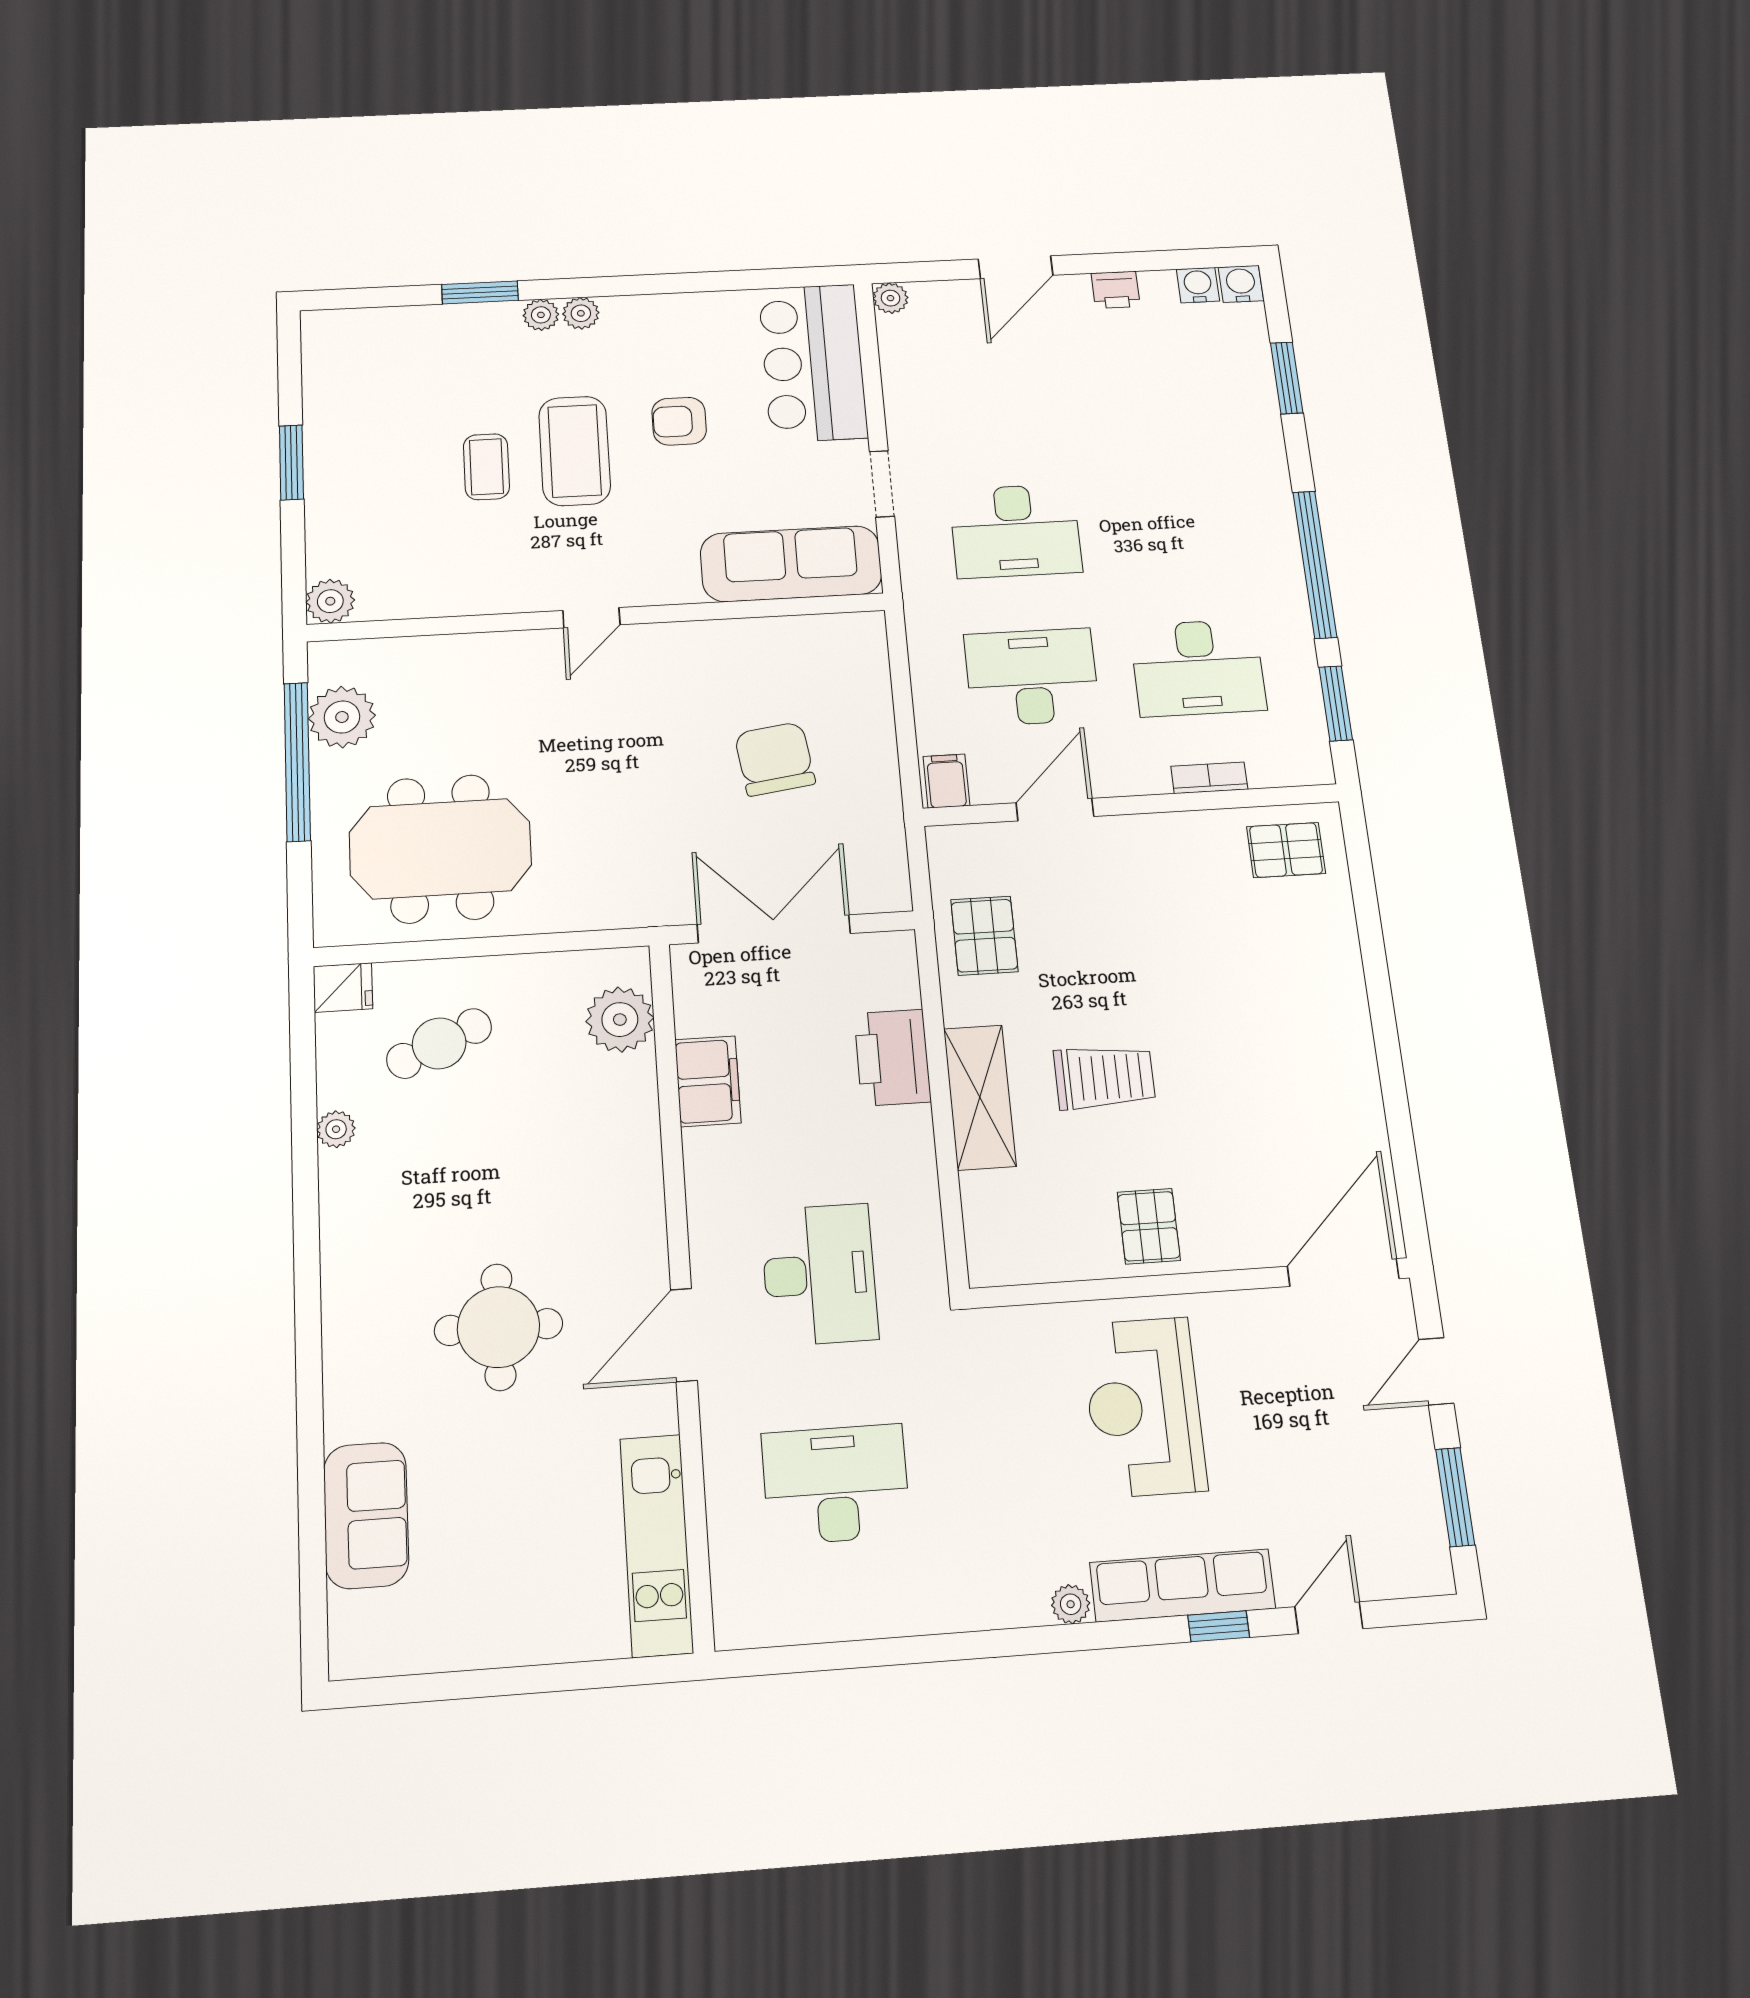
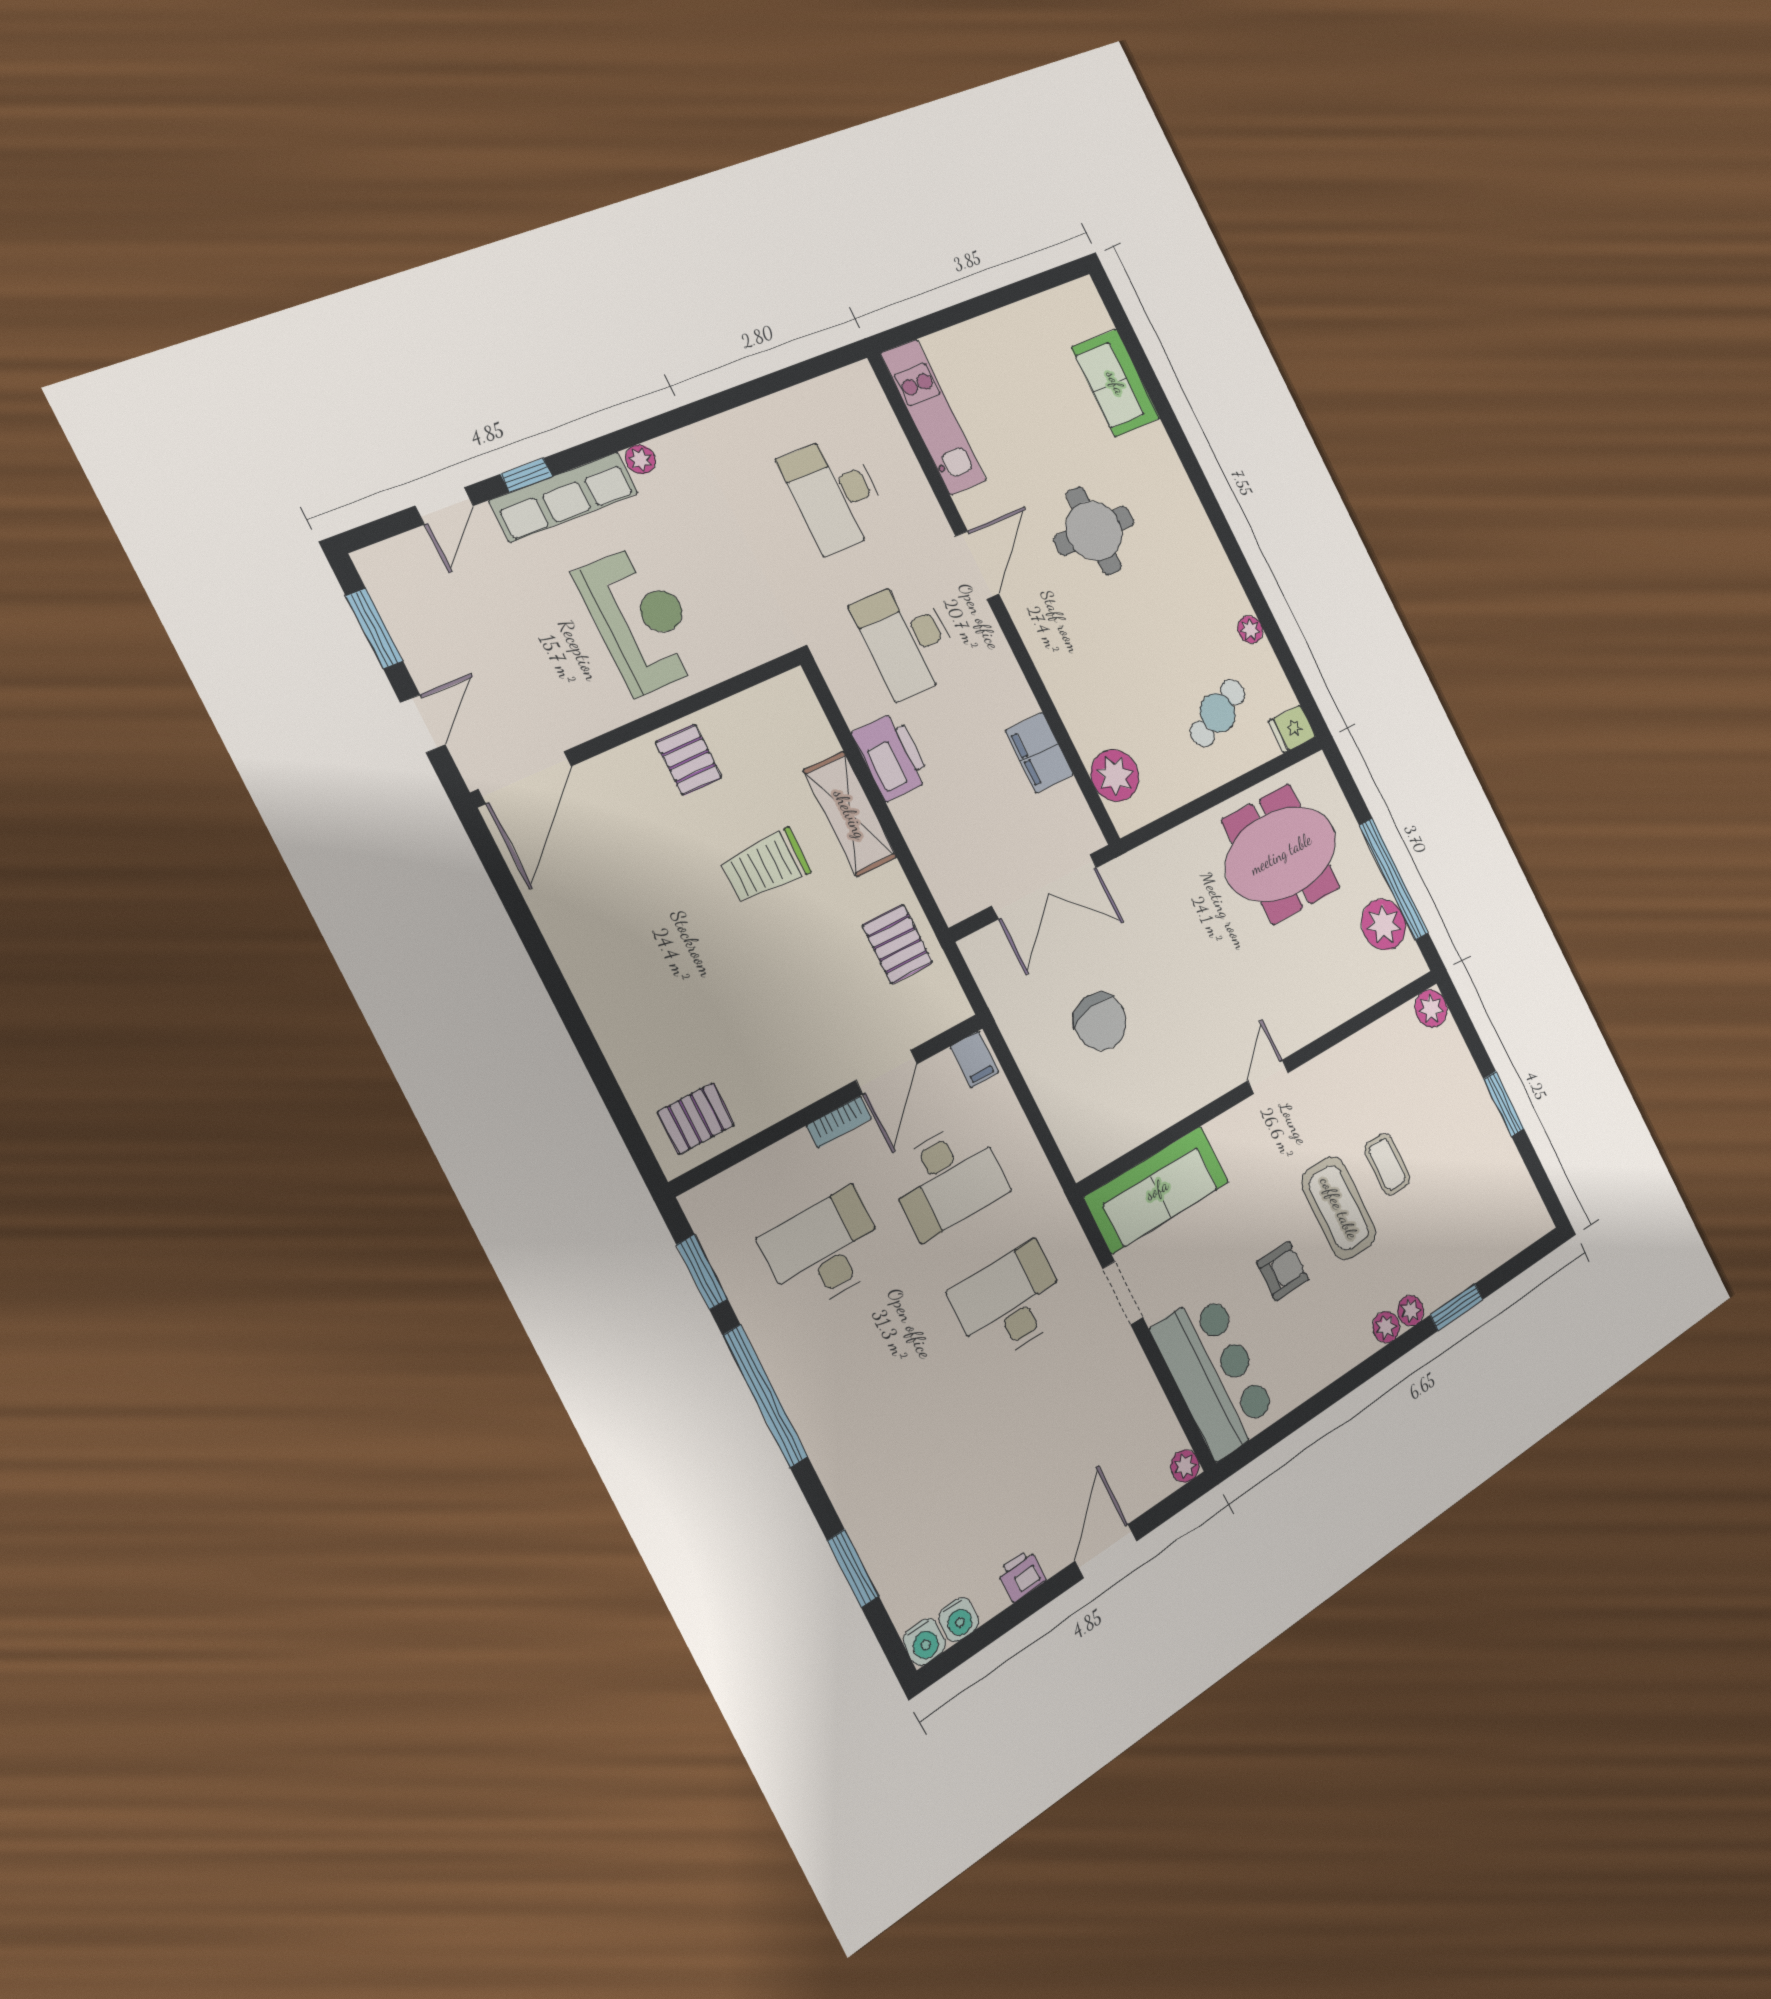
bookcase: (1209, 778) -> (839, 1122), moved
printer: (893, 1058) -> (892, 756), moved
desk: (836, 1484) -> (835, 494), turned 90

